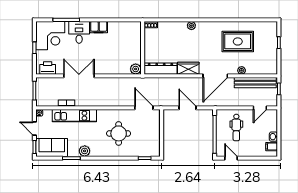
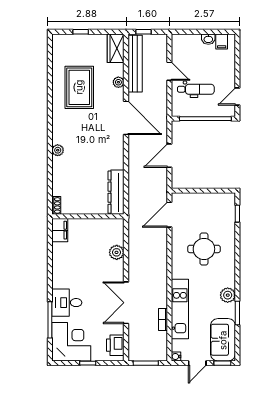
filing cabinet: (99, 27) -> (60, 230), moved
wardrobe: (188, 68) -> (116, 48), moved
plant: (136, 69) -> (117, 252), moved
door: (260, 108) -> (169, 71), moved

